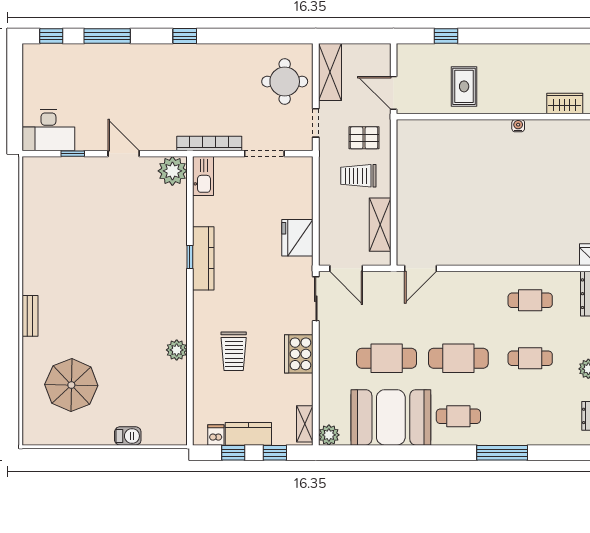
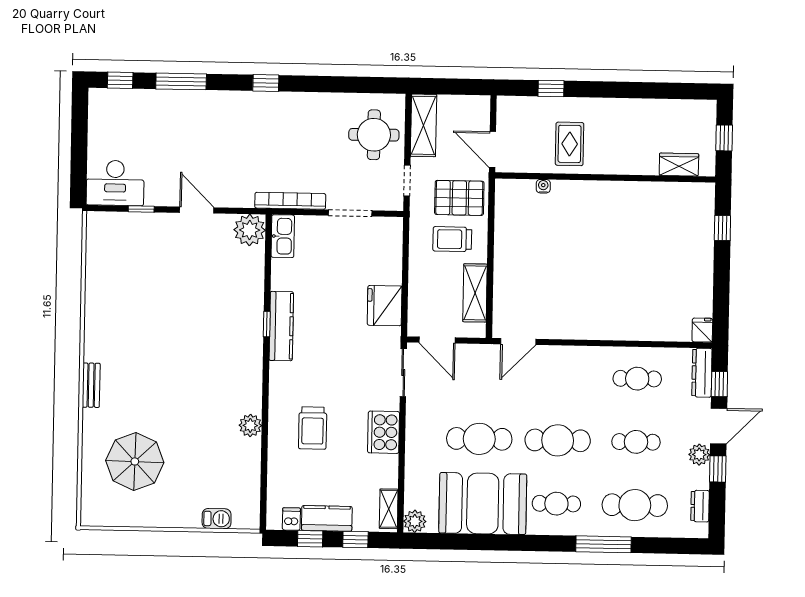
water cooler: (518, 126) -> (543, 186), moved
pallet: (364, 138) -> (459, 198), width x1.50, depth x1.42
cafe table: (530, 416) -> (635, 505), added
barbecue: (128, 436) -> (217, 519), moved

